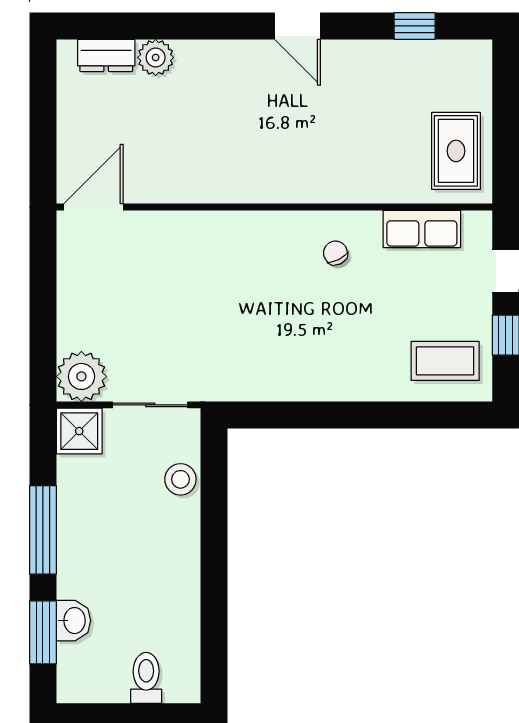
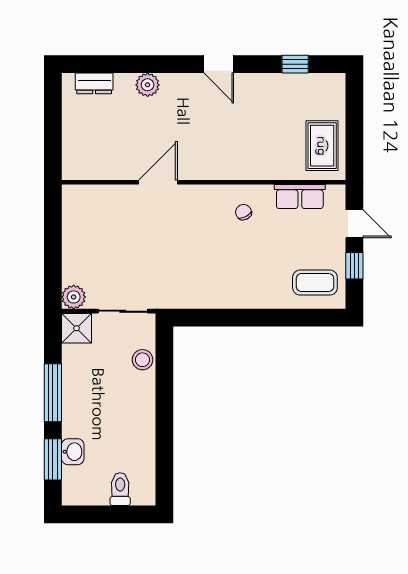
plant: (156, 57) -> (148, 85), moved
door: (94, 207) -> (158, 182), moved
plant: (81, 376) -> (74, 297), width x0.73, depth x0.73

